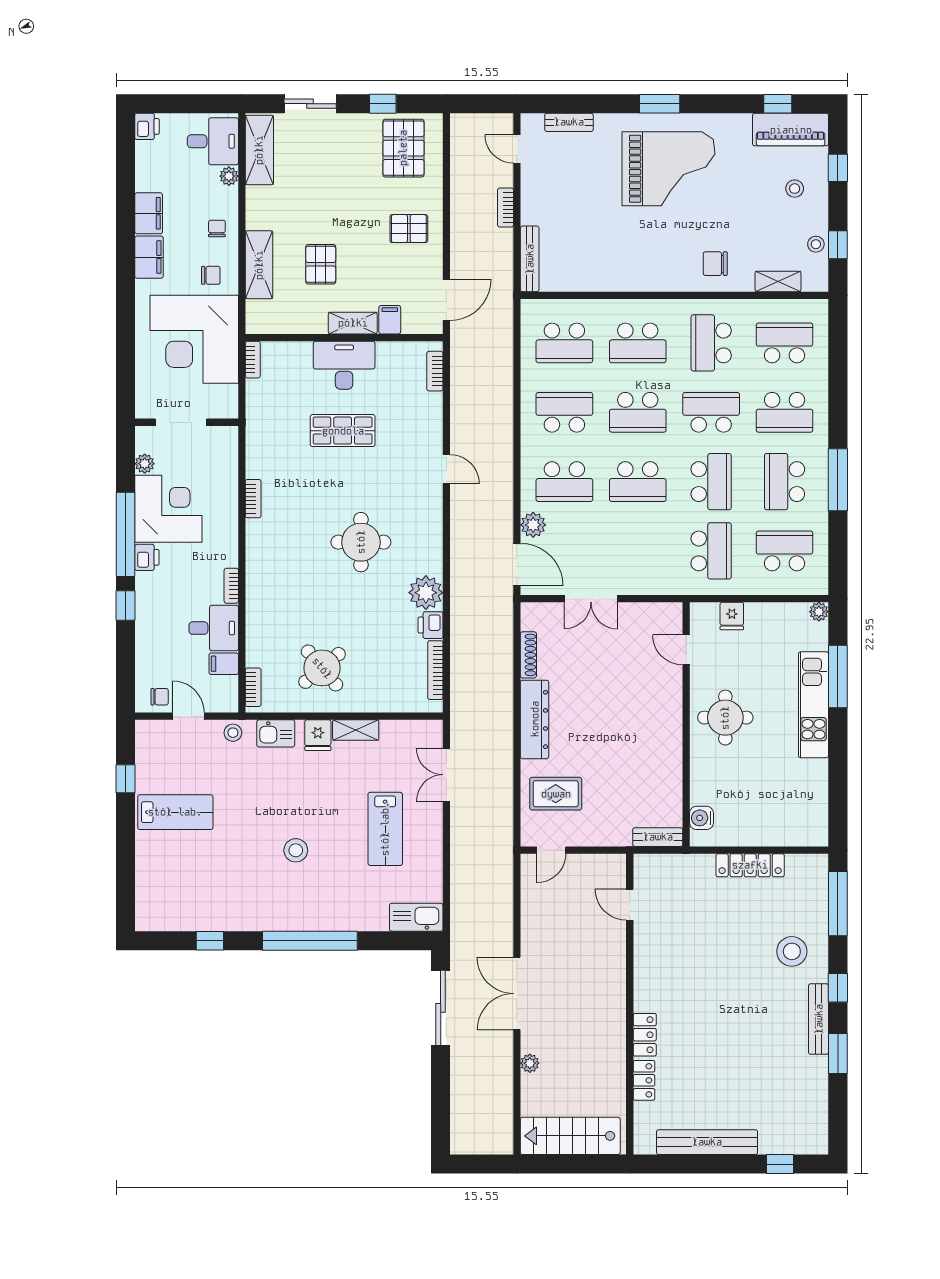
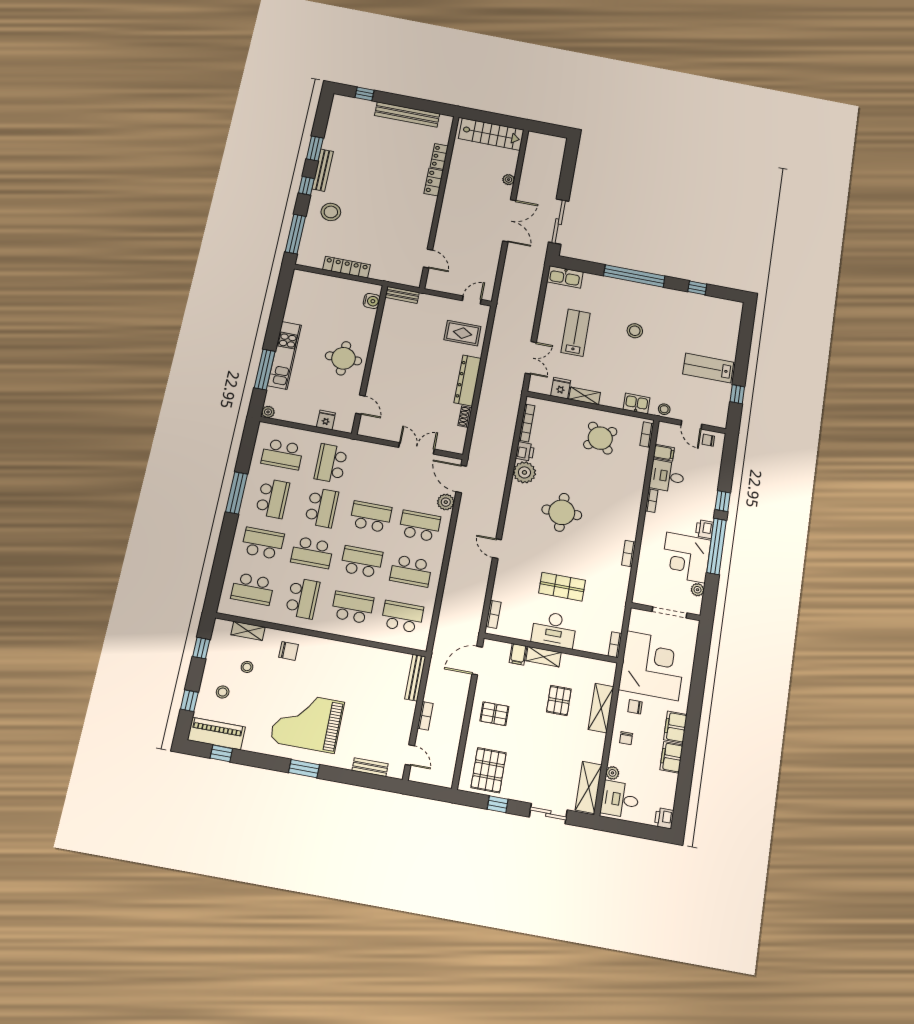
stool: (816, 244) -> (247, 667), moved
school desk: (711, 482) -> (322, 508), turned 180
shoe rack: (528, 655) -> (465, 417), width x0.70
fridge: (318, 735) -> (561, 388), moved

